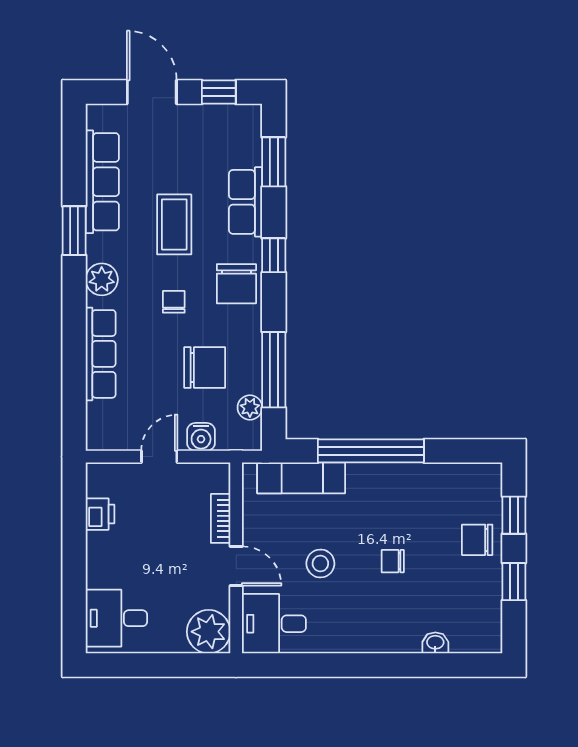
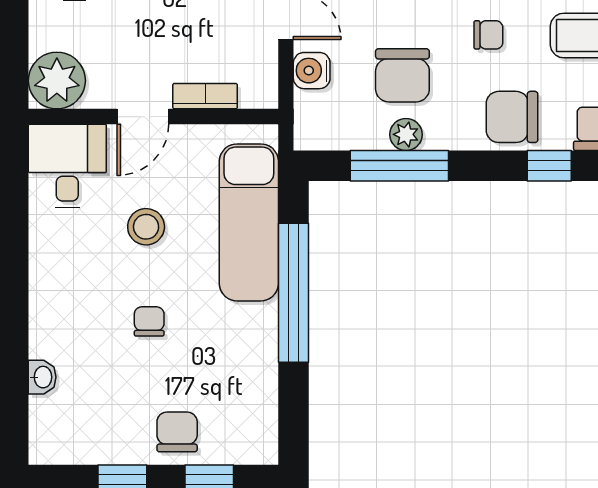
plant: (250, 407) -> (406, 134), moved
exam couch: (301, 478) -> (249, 222), width x1.36, depth x1.45

